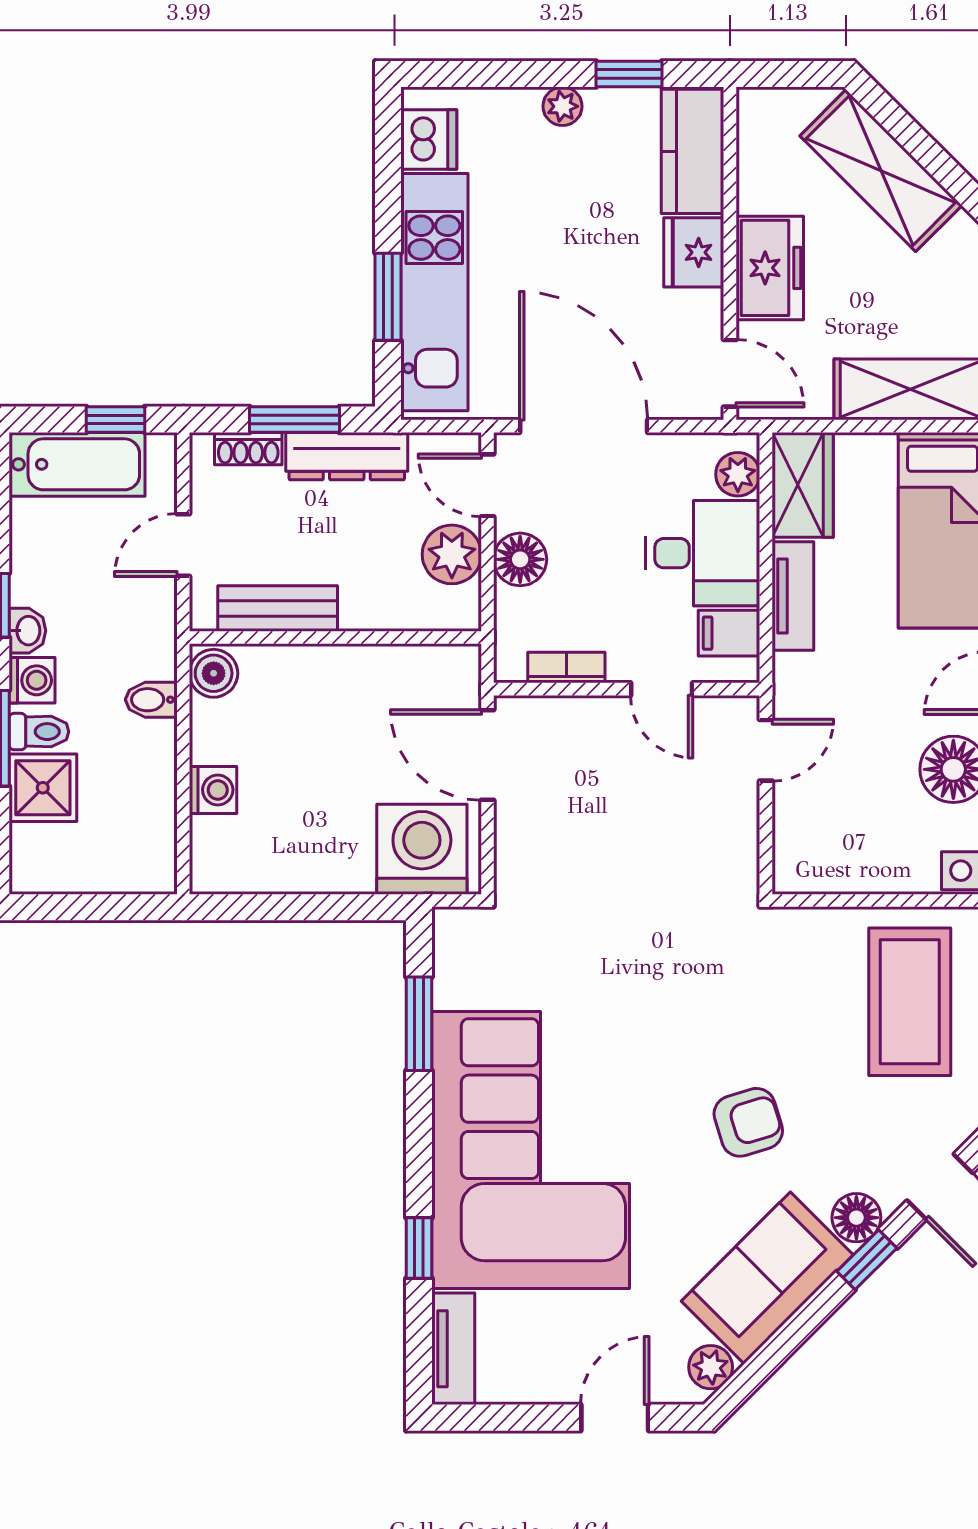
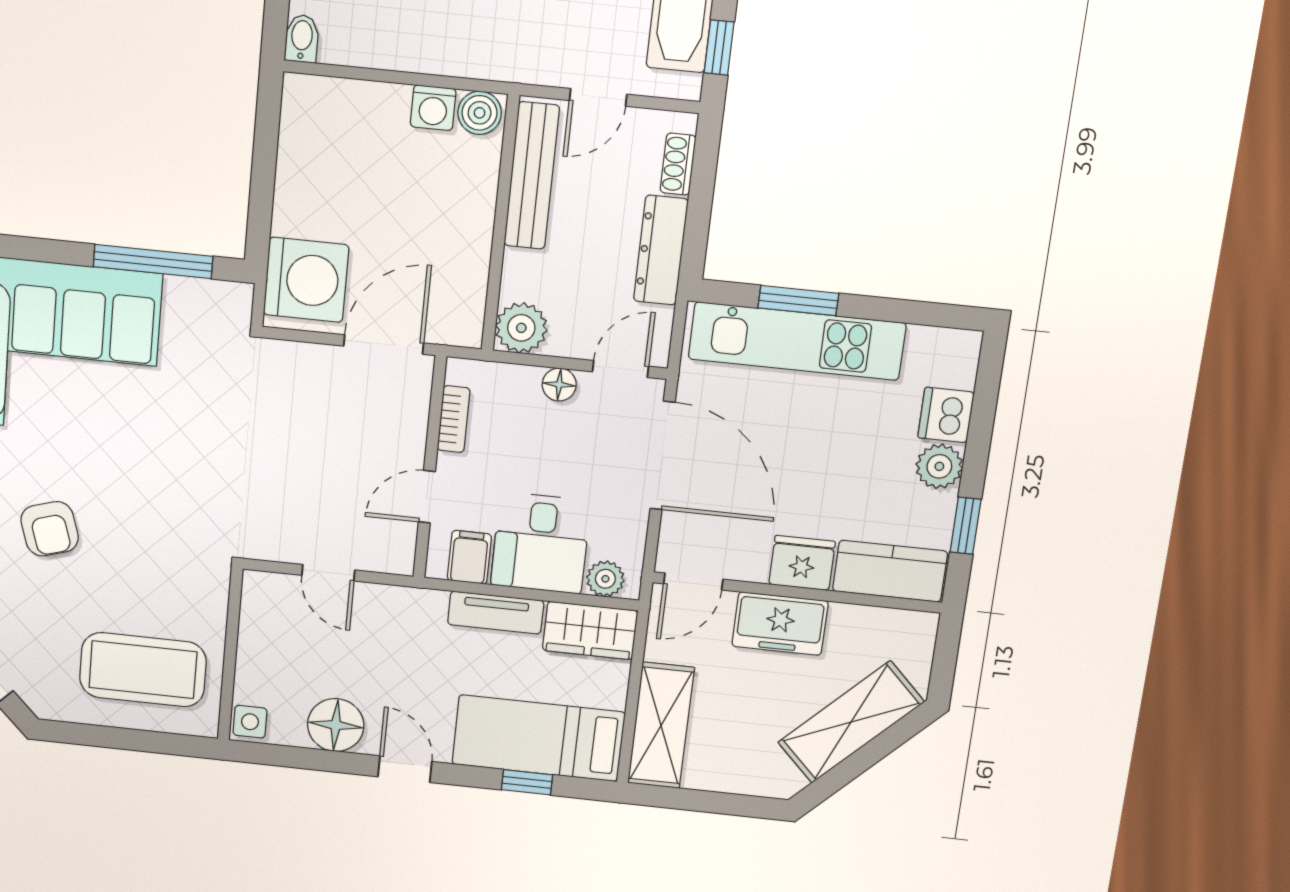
plant: (562, 106) -> (939, 466), width x1.38, depth x1.38
dishwasher: (429, 140) -> (946, 415), moved, turned 90
window: (295, 419) -> (699, 208), removed
door: (584, 426) -> (663, 456), hinge flipped
door: (183, 545) -> (598, 97), swing flipped
plant: (452, 554) -> (521, 328), moved
floor lamp: (520, 559) -> (559, 385), width x0.73, depth x0.73
bench: (278, 609) -> (532, 176), width x1.36
bidet: (151, 700) -> (302, 39), moved
door: (766, 750) -> (328, 573), moved
washing machine: (213, 790) -> (433, 108), moved
window: (419, 1024) -> (153, 261), width x1.44

